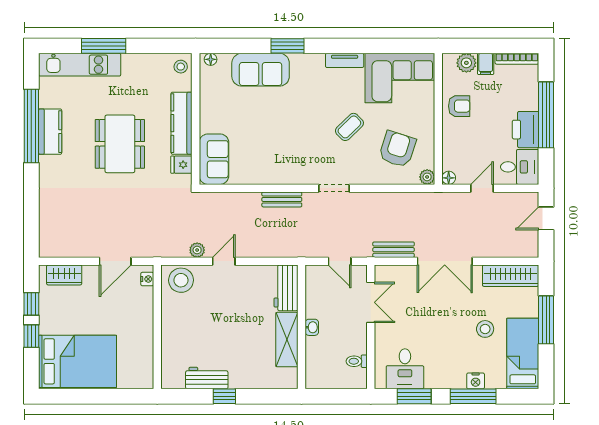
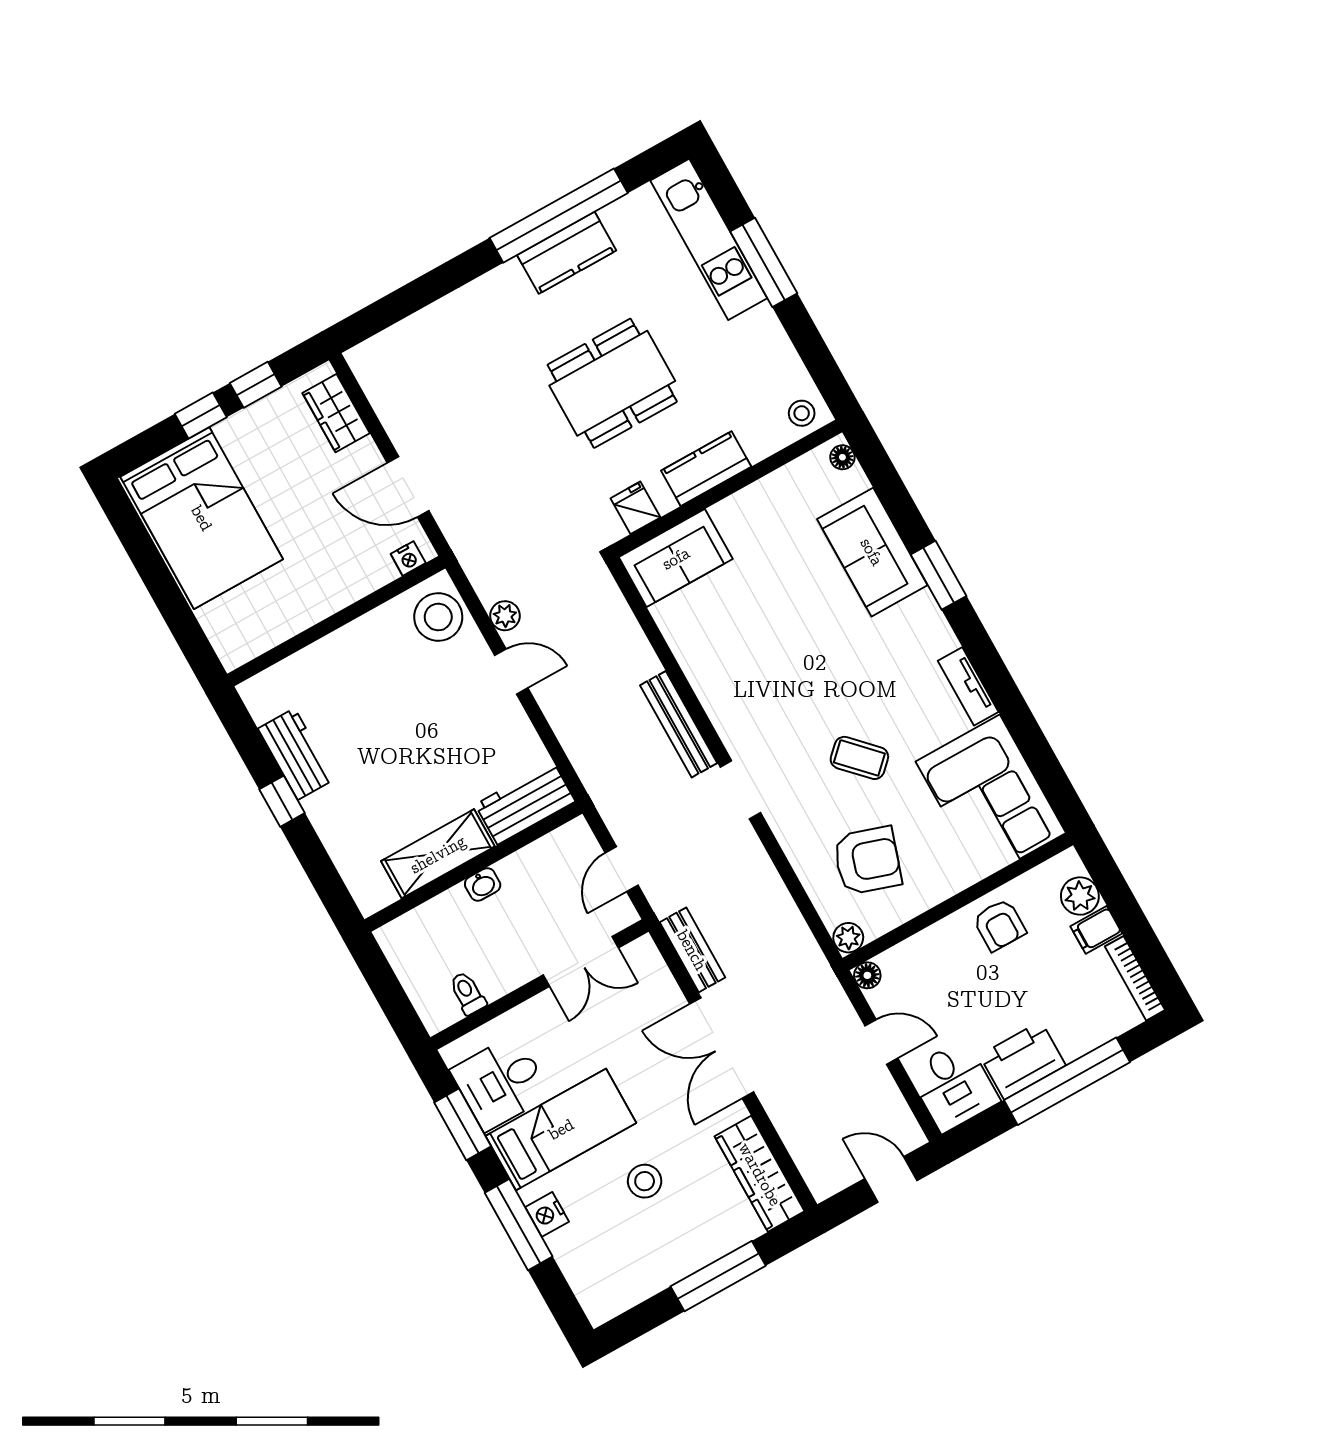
kitchen counter: (182, 123) -> (706, 469), width x0.67
bench: (282, 199) -> (679, 724), width x1.36
bed: (523, 353) -> (561, 1129), moved

